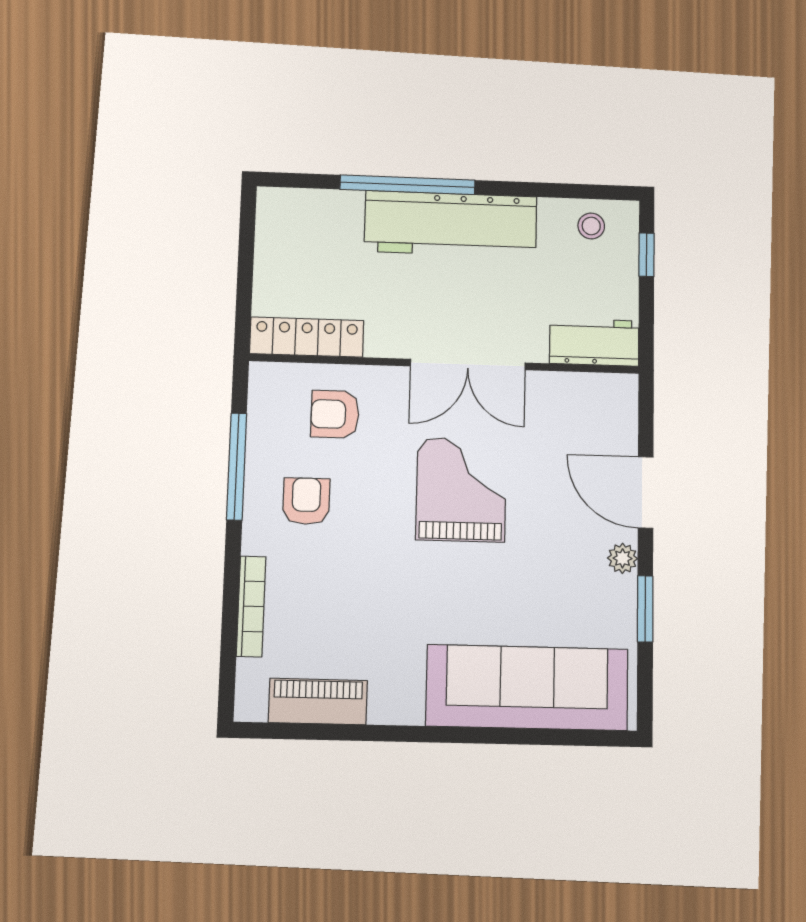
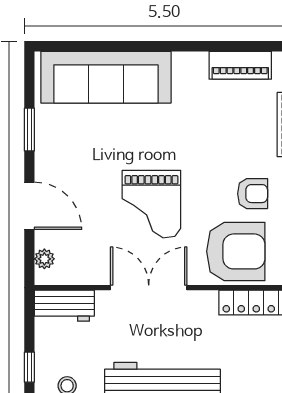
armchair: (335, 414) -> (236, 251), width x1.88, depth x1.88
armchair: (306, 501) -> (253, 194), turned -90
plant: (623, 558) -> (44, 259), moved

